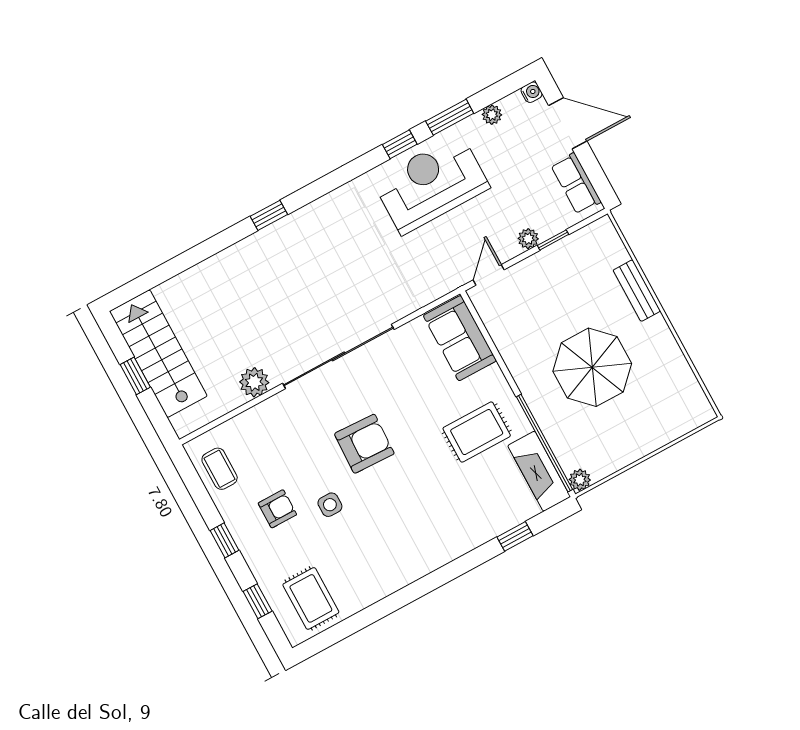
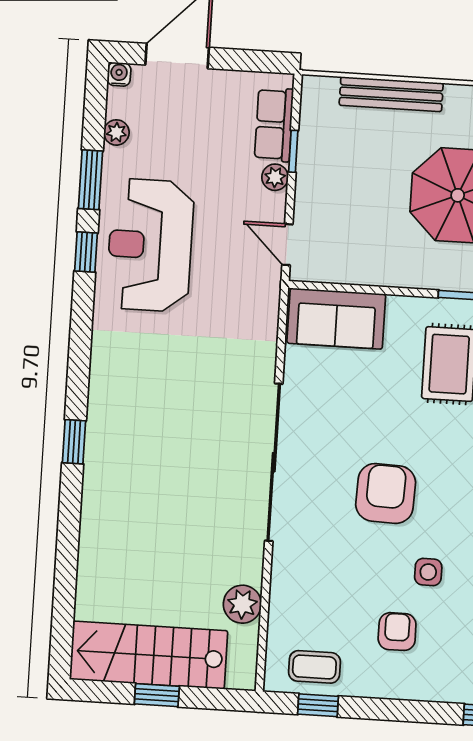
row of seats: (576, 184) -> (274, 125), moved, turned 90
bench: (637, 291) -> (391, 94), width x1.36
plant: (254, 382) -> (242, 604), moved
window: (225, 540) -> (318, 705), moved

